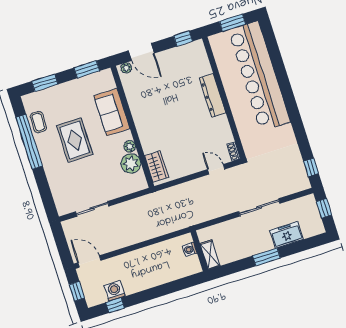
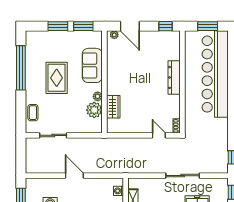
window: (45, 83) -> (58, 26), moved
coffee table: (38, 122) -> (33, 113), moved
wardrobe: (157, 167) -> (113, 107), moved
door: (89, 262) -> (74, 176), moved

